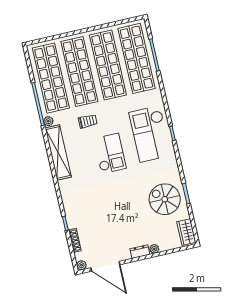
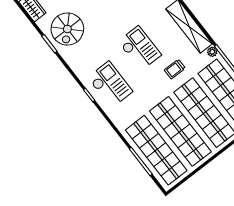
checkout: (150, 134) -> (110, 85), width x0.73, depth x0.83
checkout: (110, 153) -> (139, 48), turned 180
spiral stairs: (165, 199) -> (67, 29), turned 90

